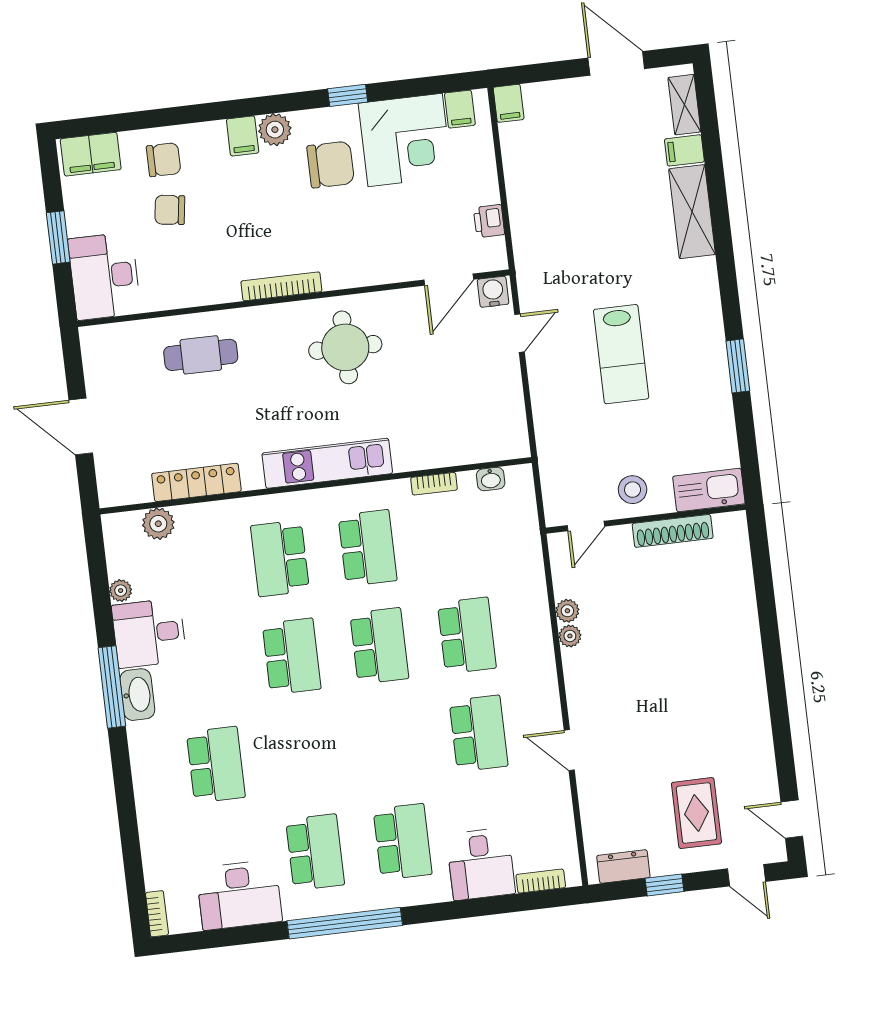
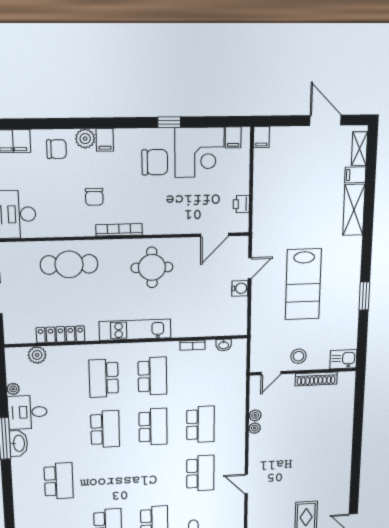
plant: (275, 130) -> (85, 139), moved
chair: (170, 210) -> (94, 197), moved, turned -98
water cooler: (493, 292) -> (240, 288), moved, turned 90
lab bench: (621, 354) -> (303, 284), width x1.36, depth x1.39
cafe table: (201, 355) -> (69, 264), width x1.37, depth x1.35
kitchen sink: (709, 490) -> (343, 359), width x0.73

